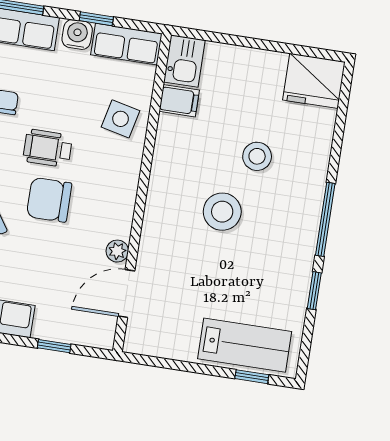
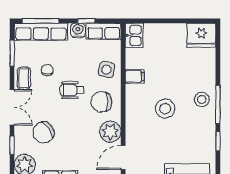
filing cabinet: (179, 101) -> (135, 76), moved
stool: (257, 156) -> (202, 99), moved
chair: (49, 200) -> (101, 102), moved
plant: (117, 251) -> (110, 132), width x1.88, depth x1.88

